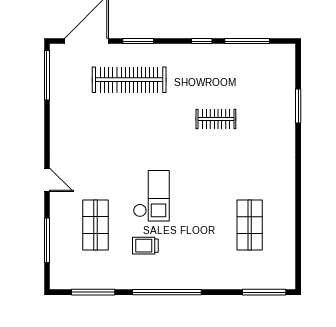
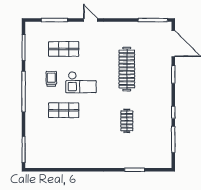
clothes rail: (129, 80) -> (127, 69), moved
door: (47, 180) -> (91, 20), swing flipped
shop shelf: (250, 225) -> (64, 110), moved

